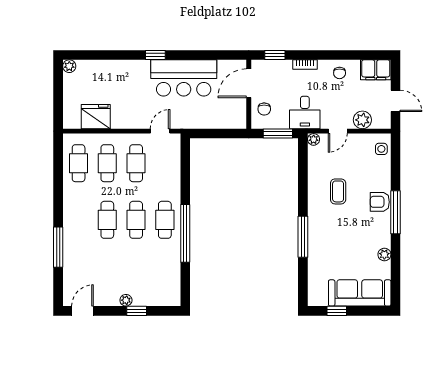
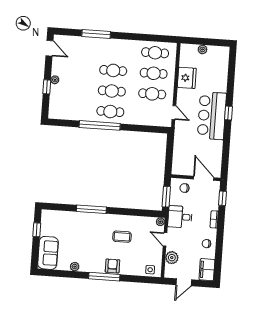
plant: (69, 66) -> (203, 49), moved
bar counter: (184, 78) -> (212, 116), moved
fridge: (96, 117) -> (187, 78), moved
sofa: (360, 293) -> (48, 253), width x0.73

